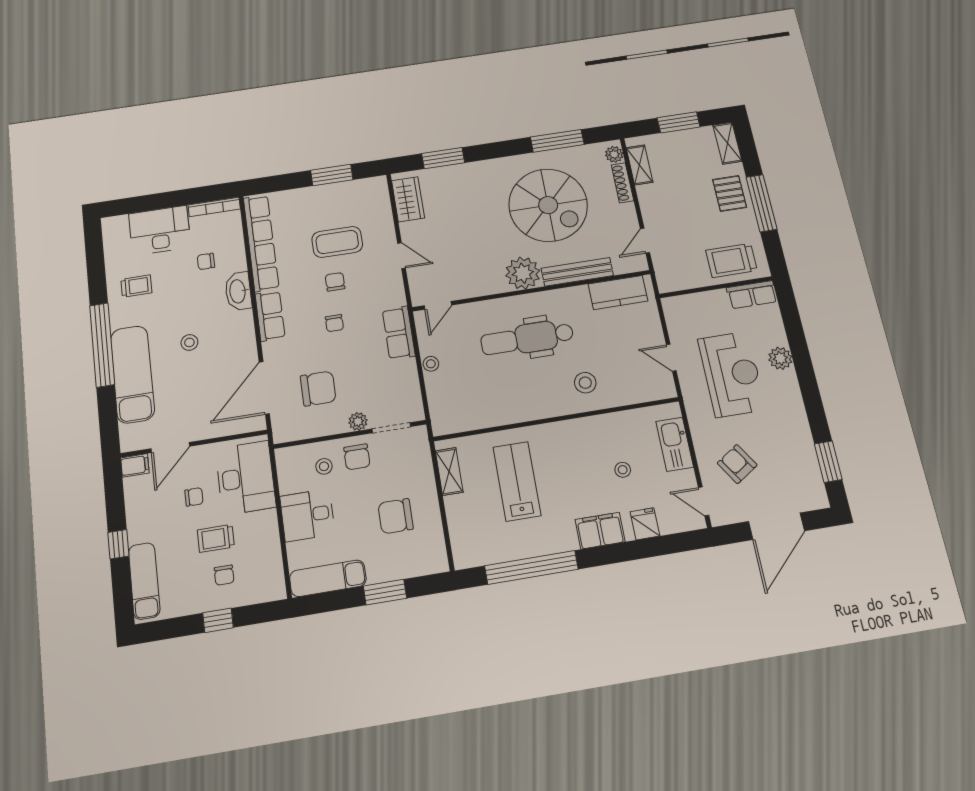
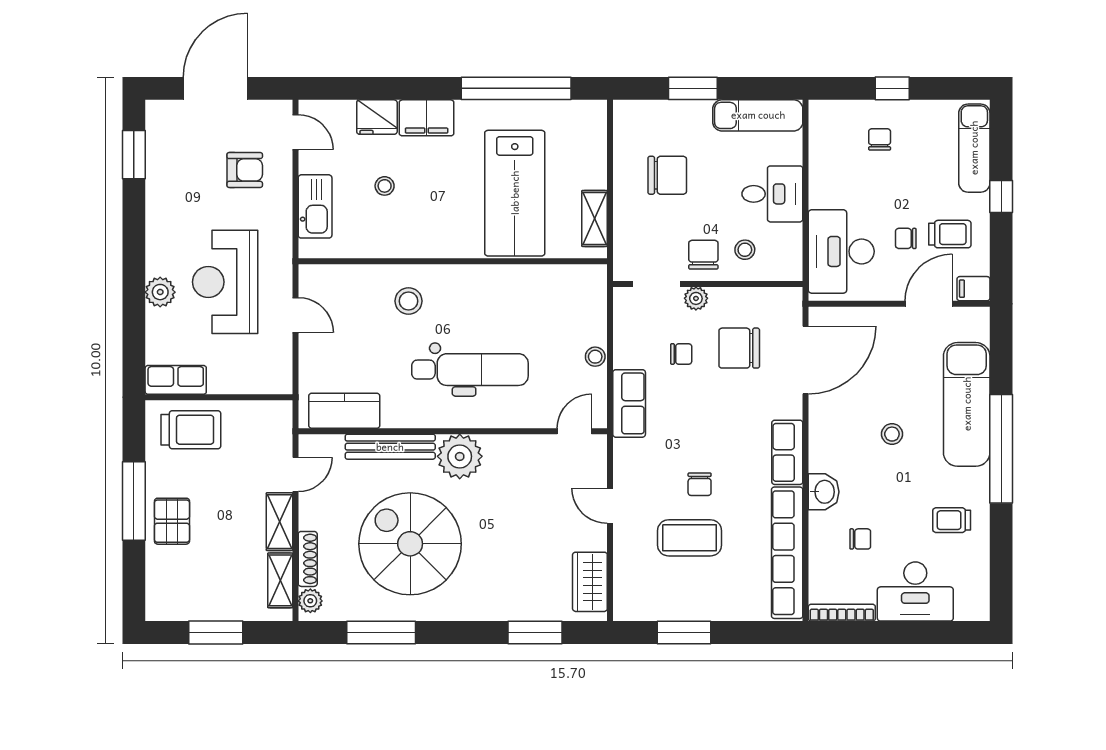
shelving: (727, 143) -> (280, 522), moved
washbasin: (238, 291) -> (824, 492), width x0.72
chair: (334, 323) -> (681, 354), moved, turned 90
armchair: (737, 464) -> (245, 170), turned -57
lab bench: (517, 481) -> (515, 193), width x1.36, depth x1.39
fridge: (645, 524) -> (377, 117), width x1.38
trolley: (216, 538) -> (950, 234), moved

